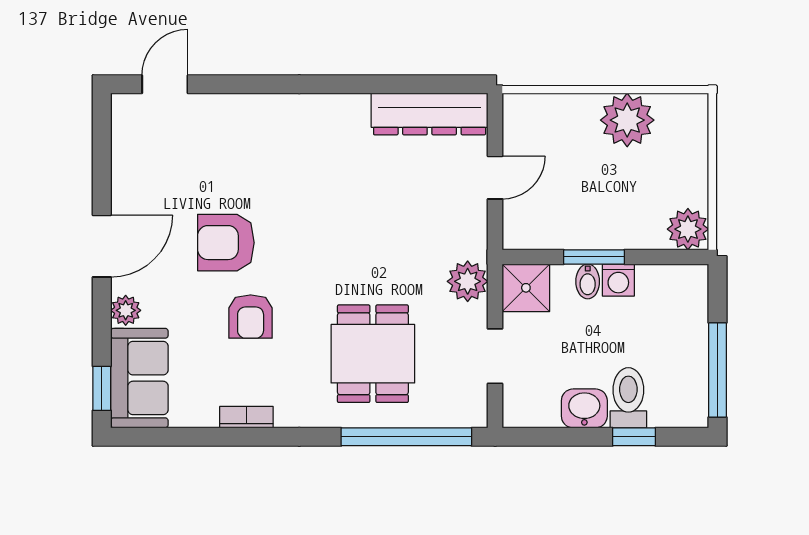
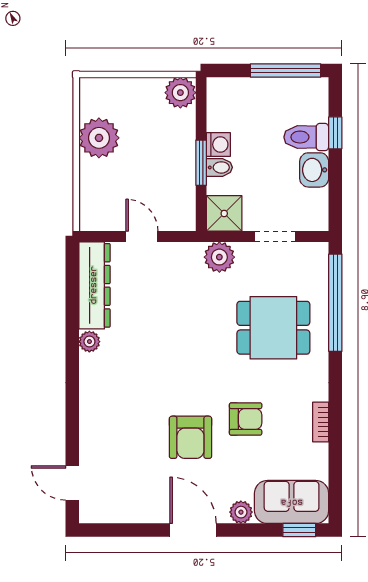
plant: (354, 107) -> (89, 342), added

